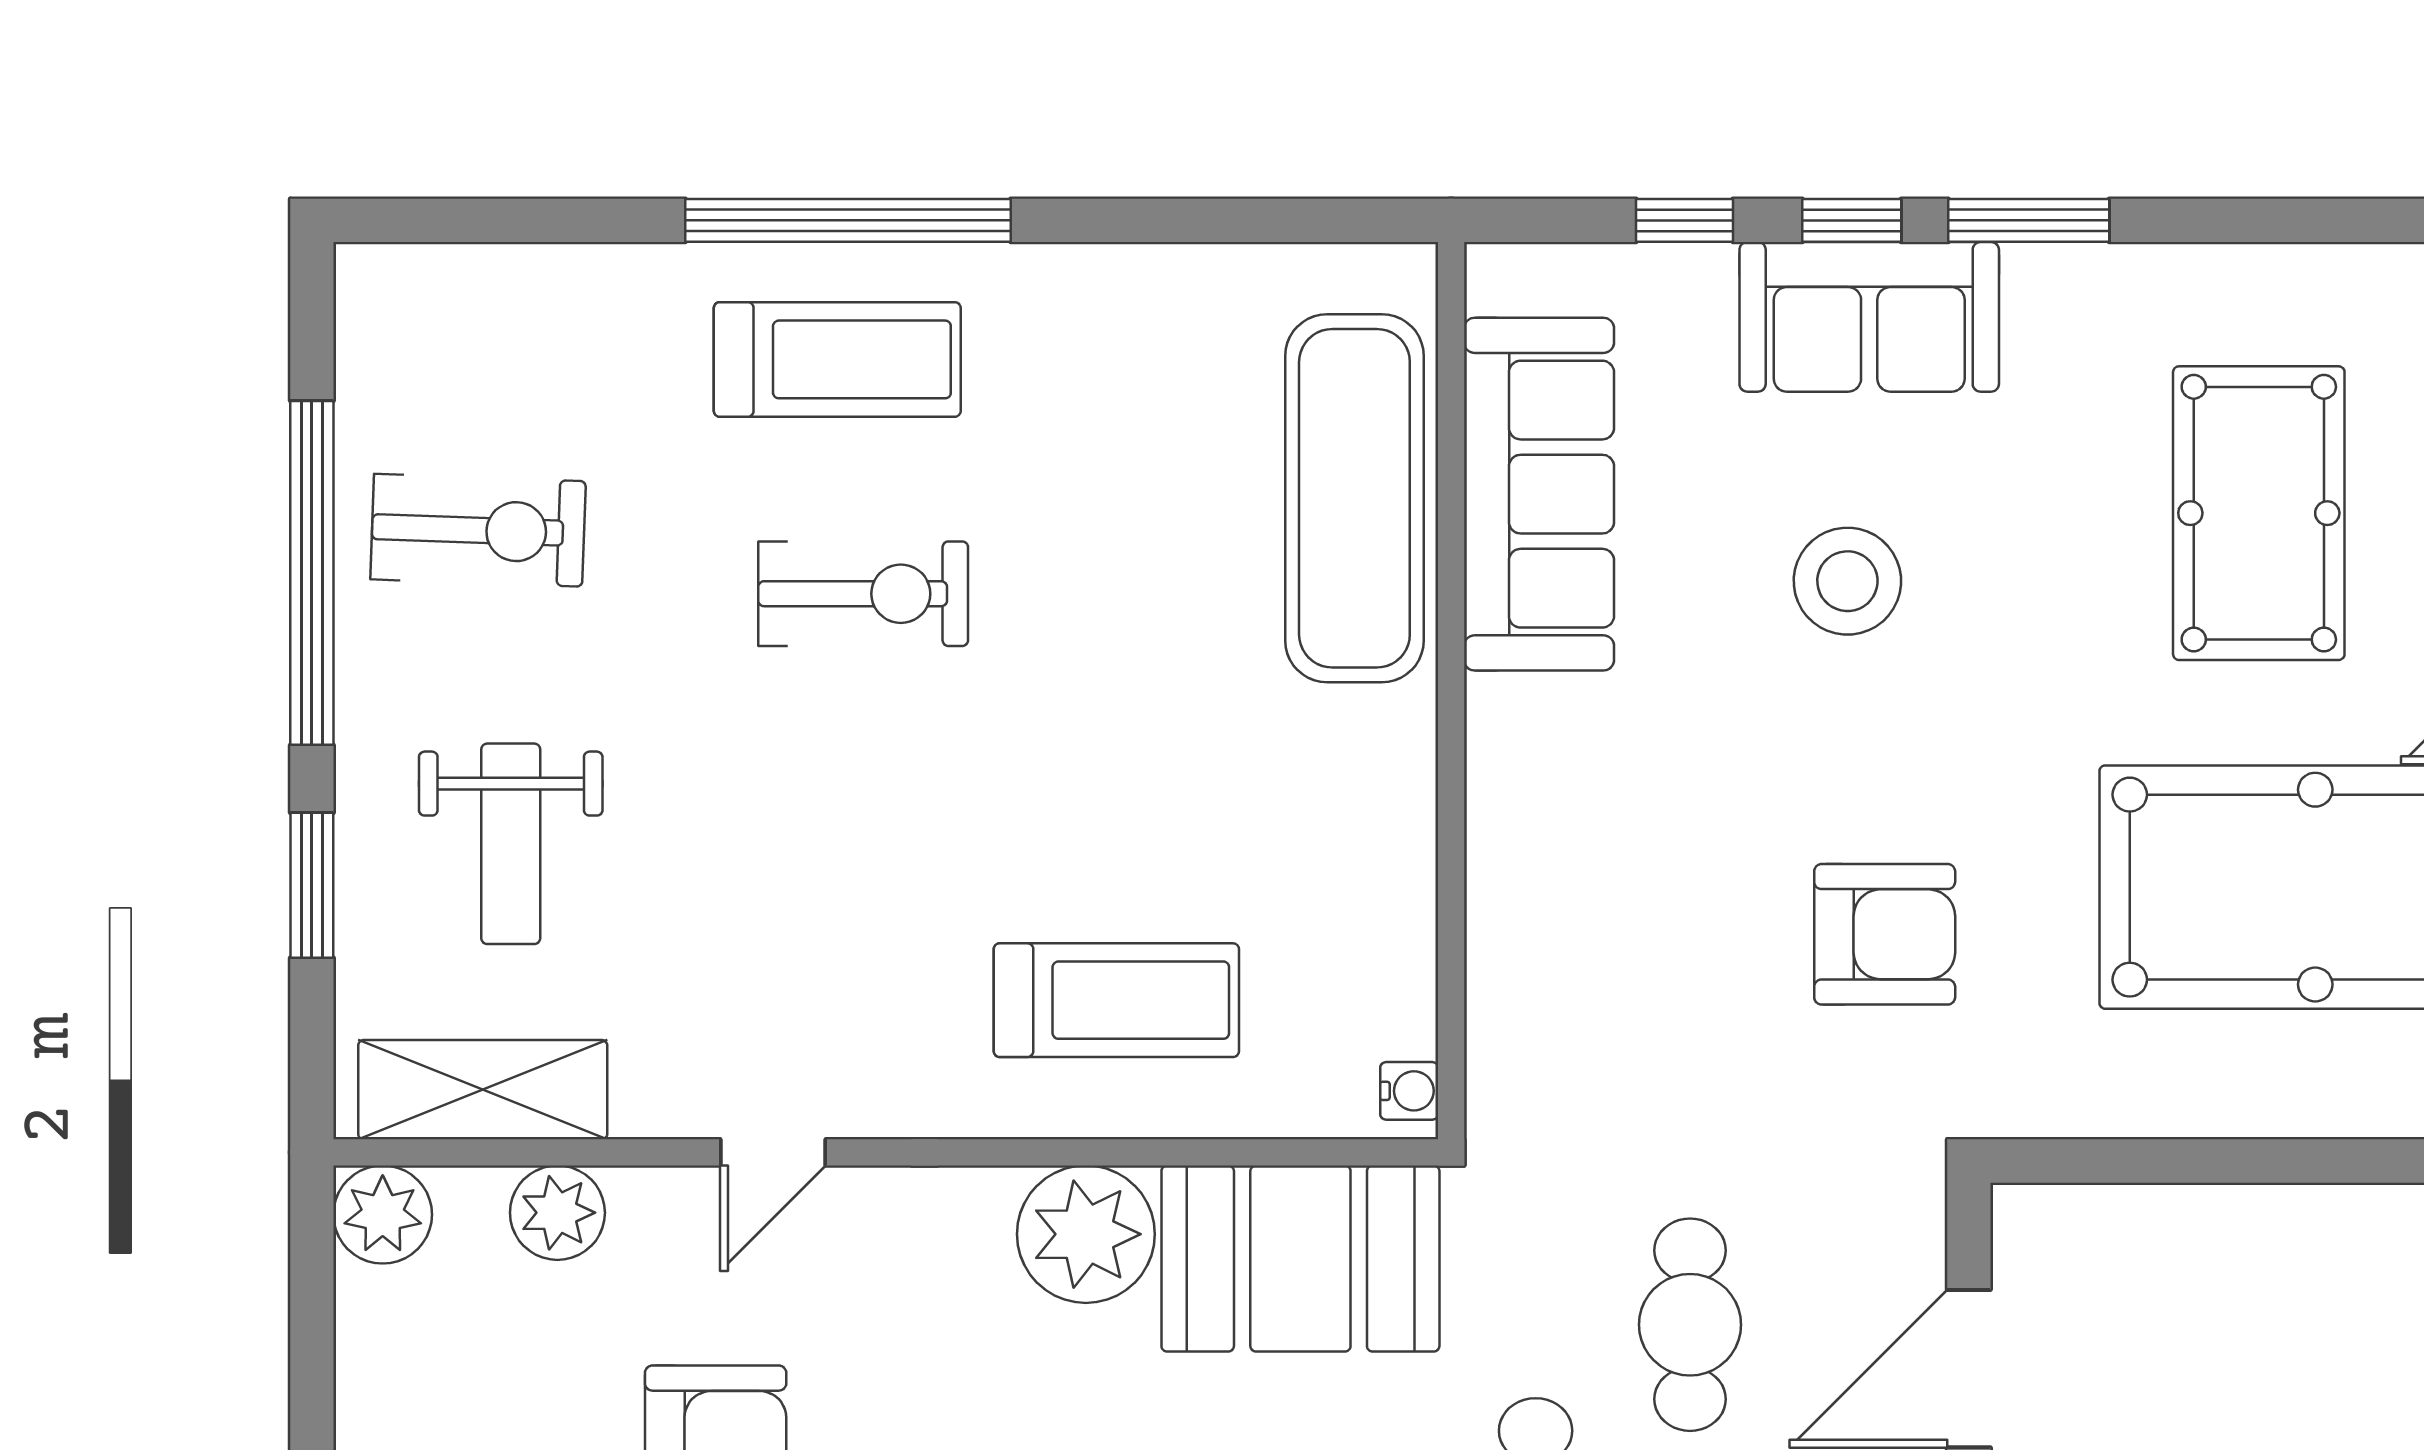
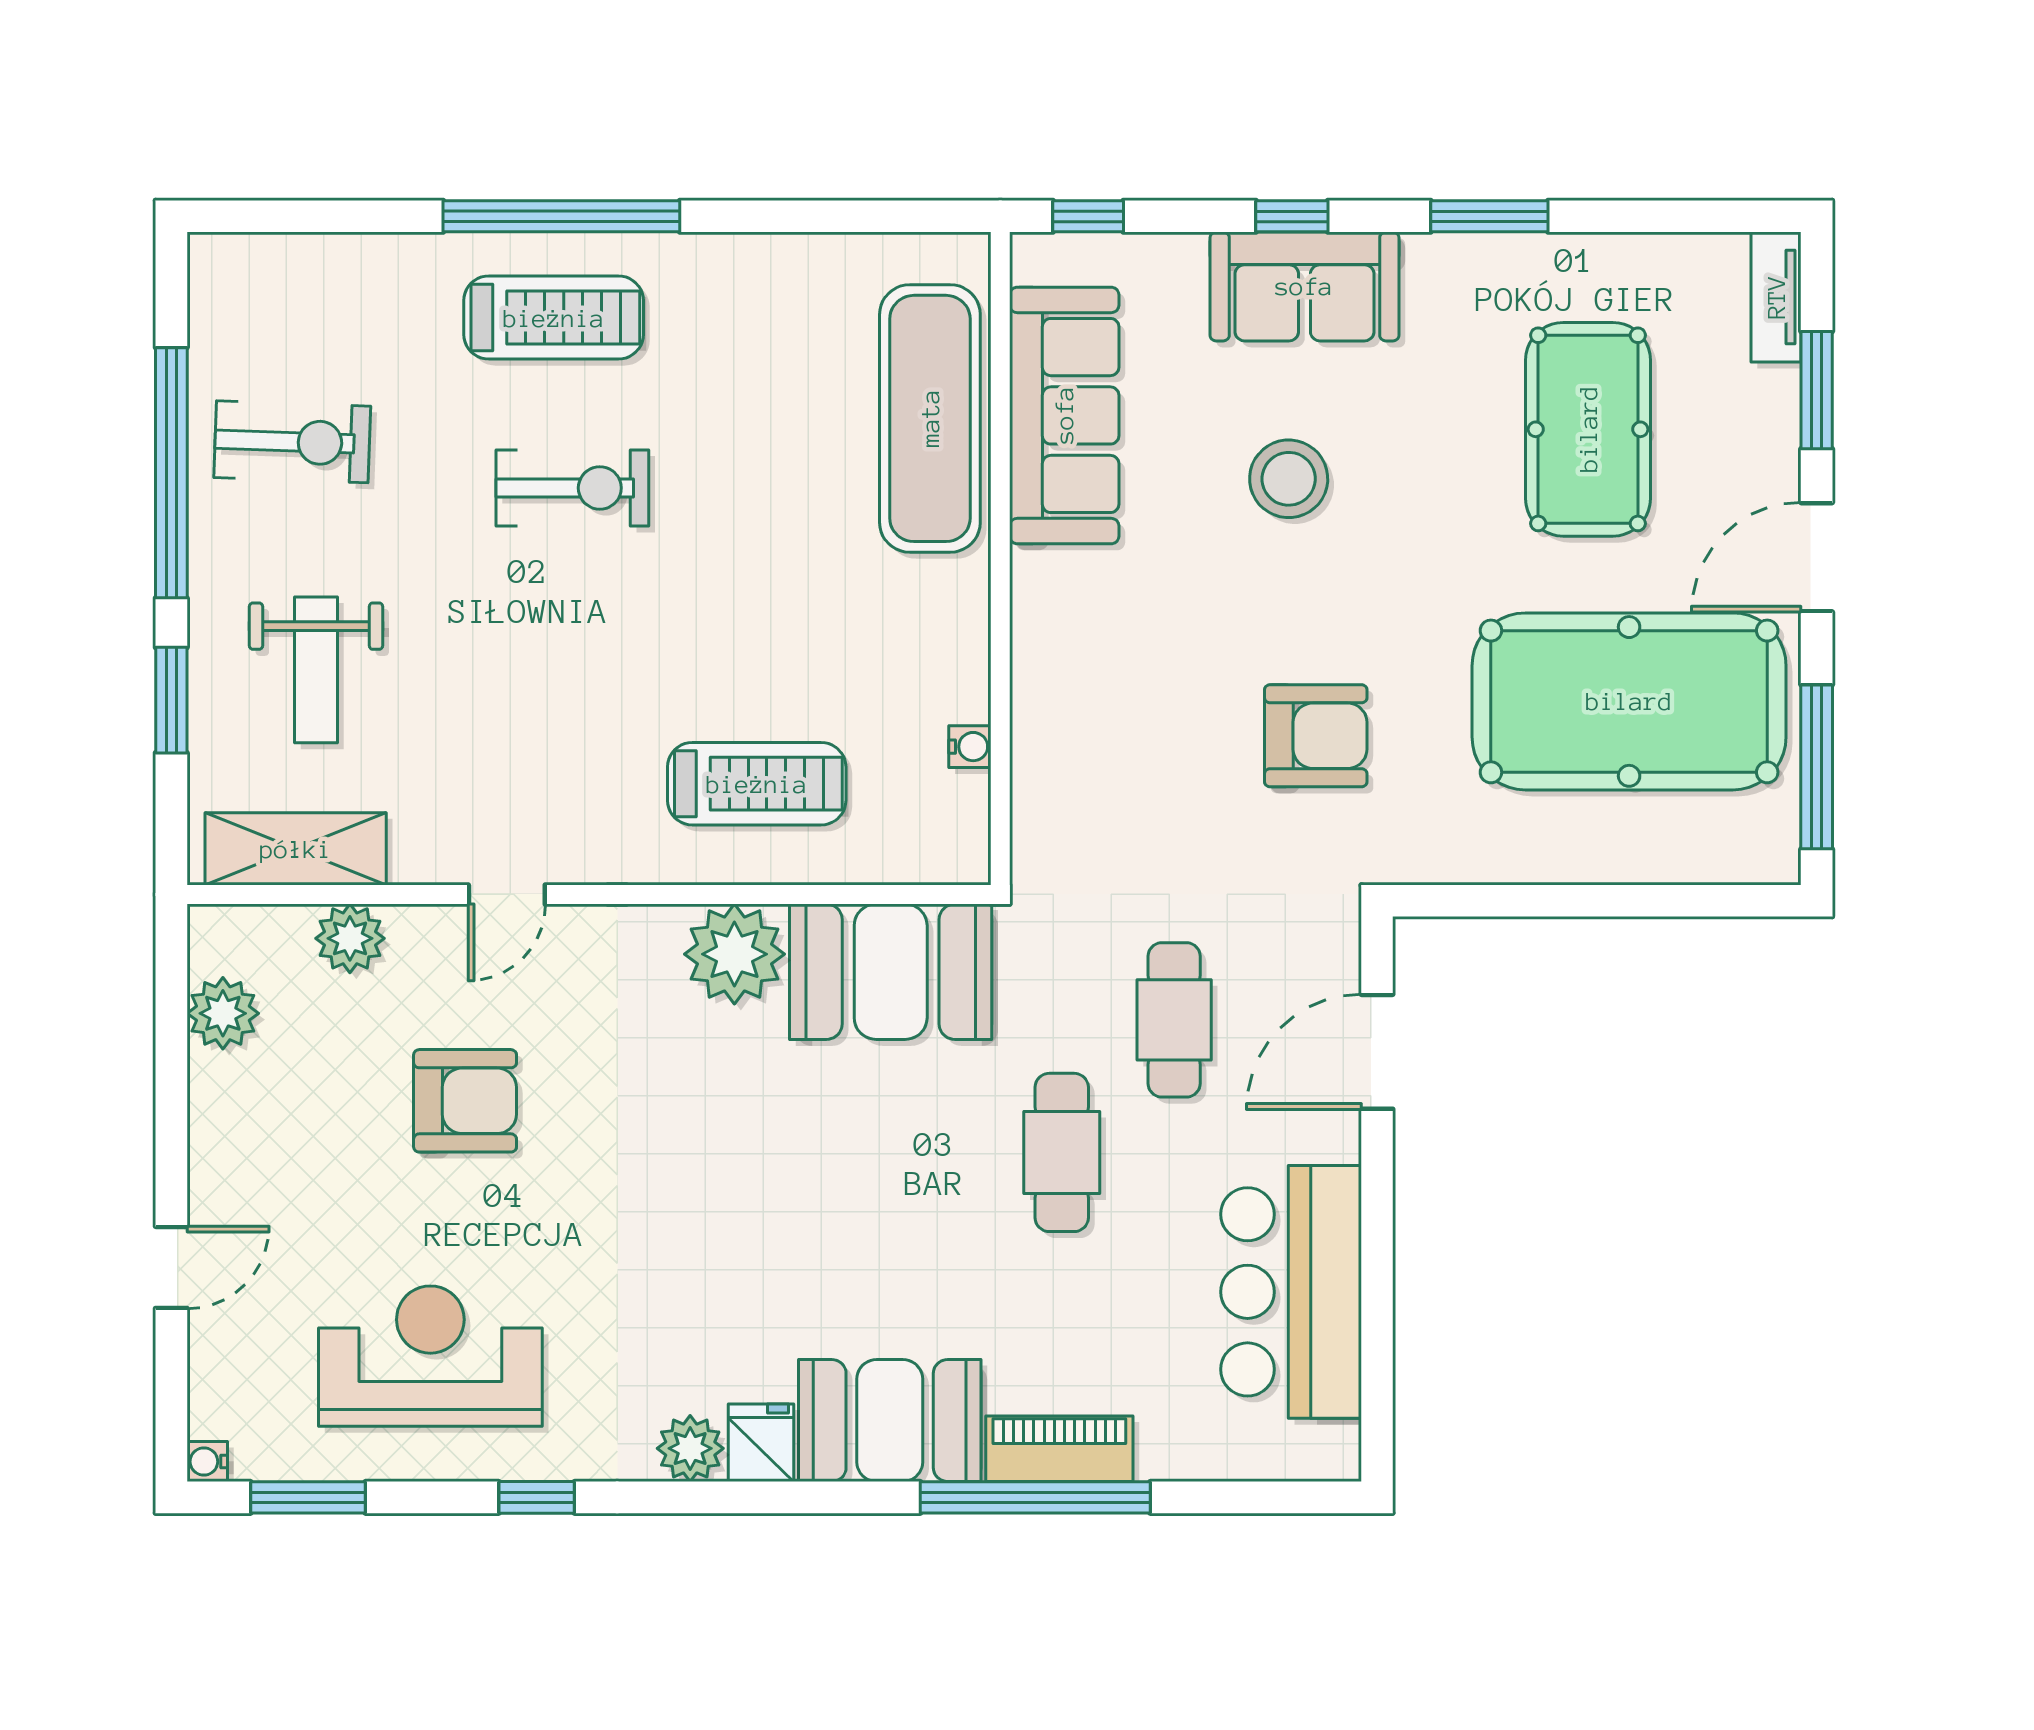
window: (1685, 220) -> (1088, 216), moved
window: (2029, 220) -> (1489, 216), moved
water cooler: (1409, 1091) -> (970, 747), moved
plant: (383, 1215) -> (223, 1013), moved

